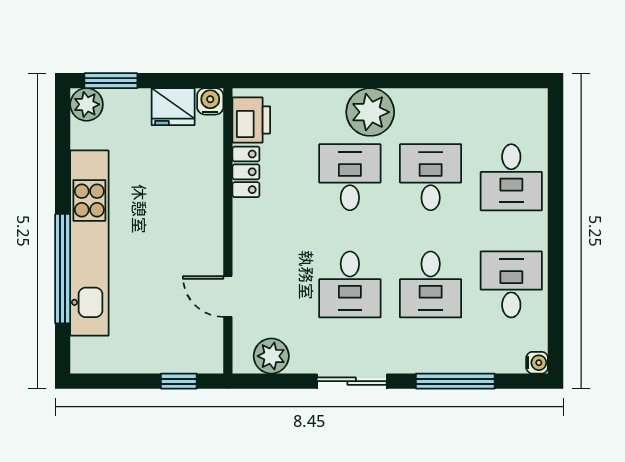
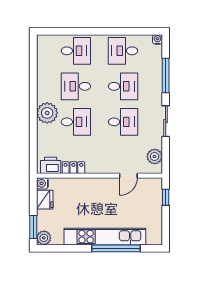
desk: (350, 177) -> (76, 122), turned 180

